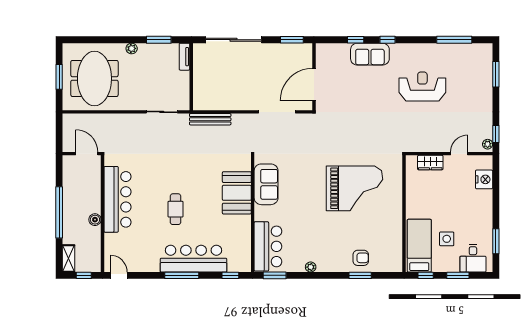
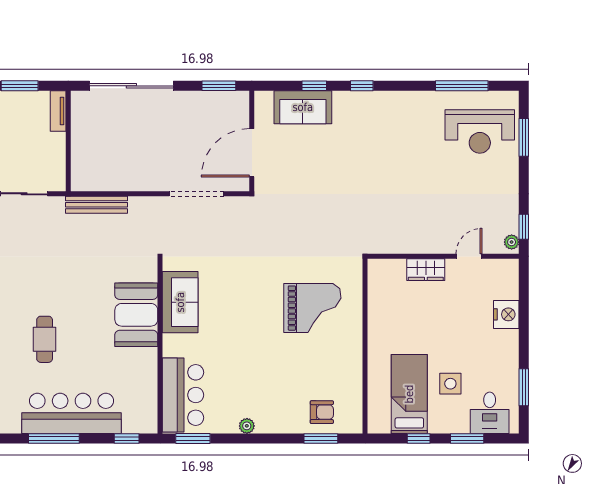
sofa: (370, 54) -> (303, 107), moved
reception desk: (422, 87) -> (480, 131), moved, turned 180
nightstand: (484, 179) -> (506, 314), moved
grand piano: (354, 188) -> (312, 308), width x0.73, depth x0.68
wall: (404, 214) -> (365, 346), moved

